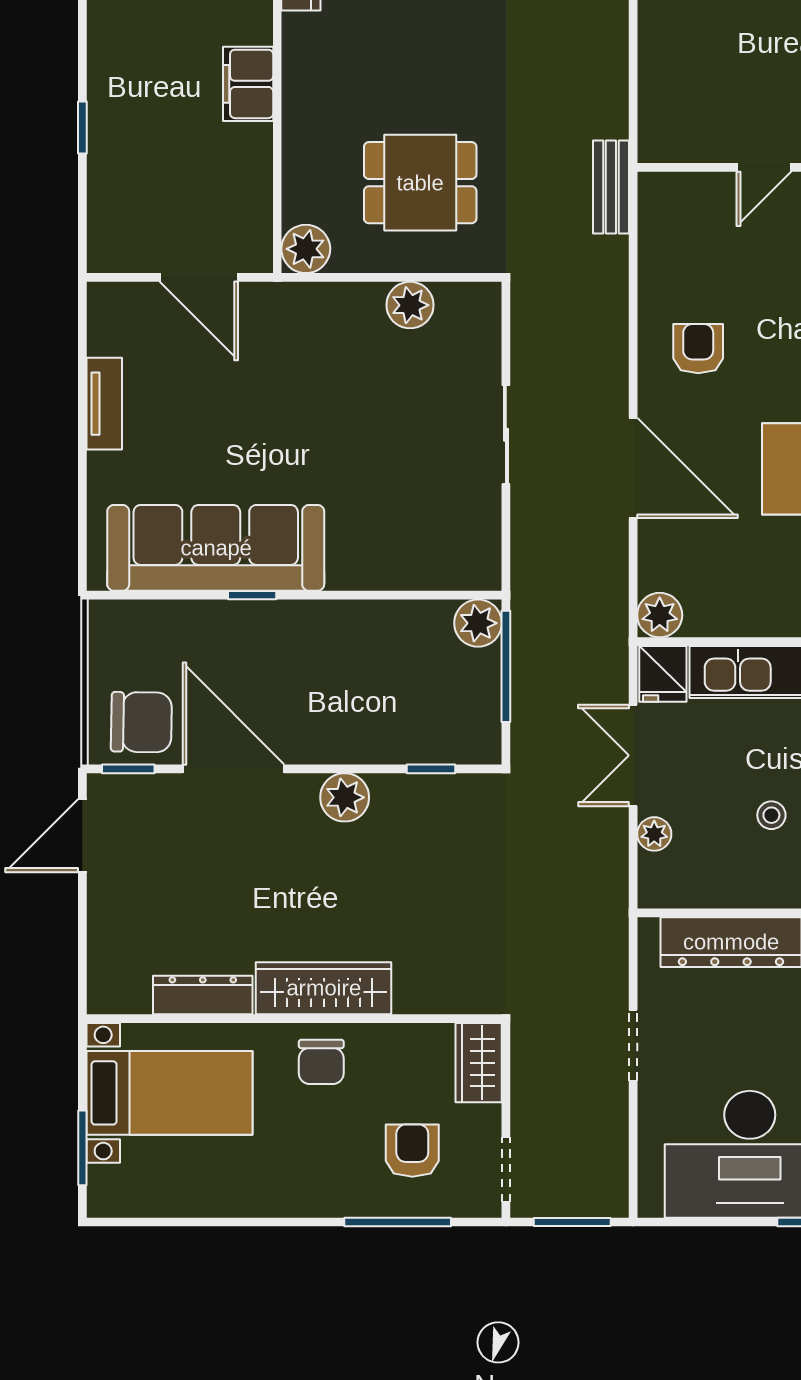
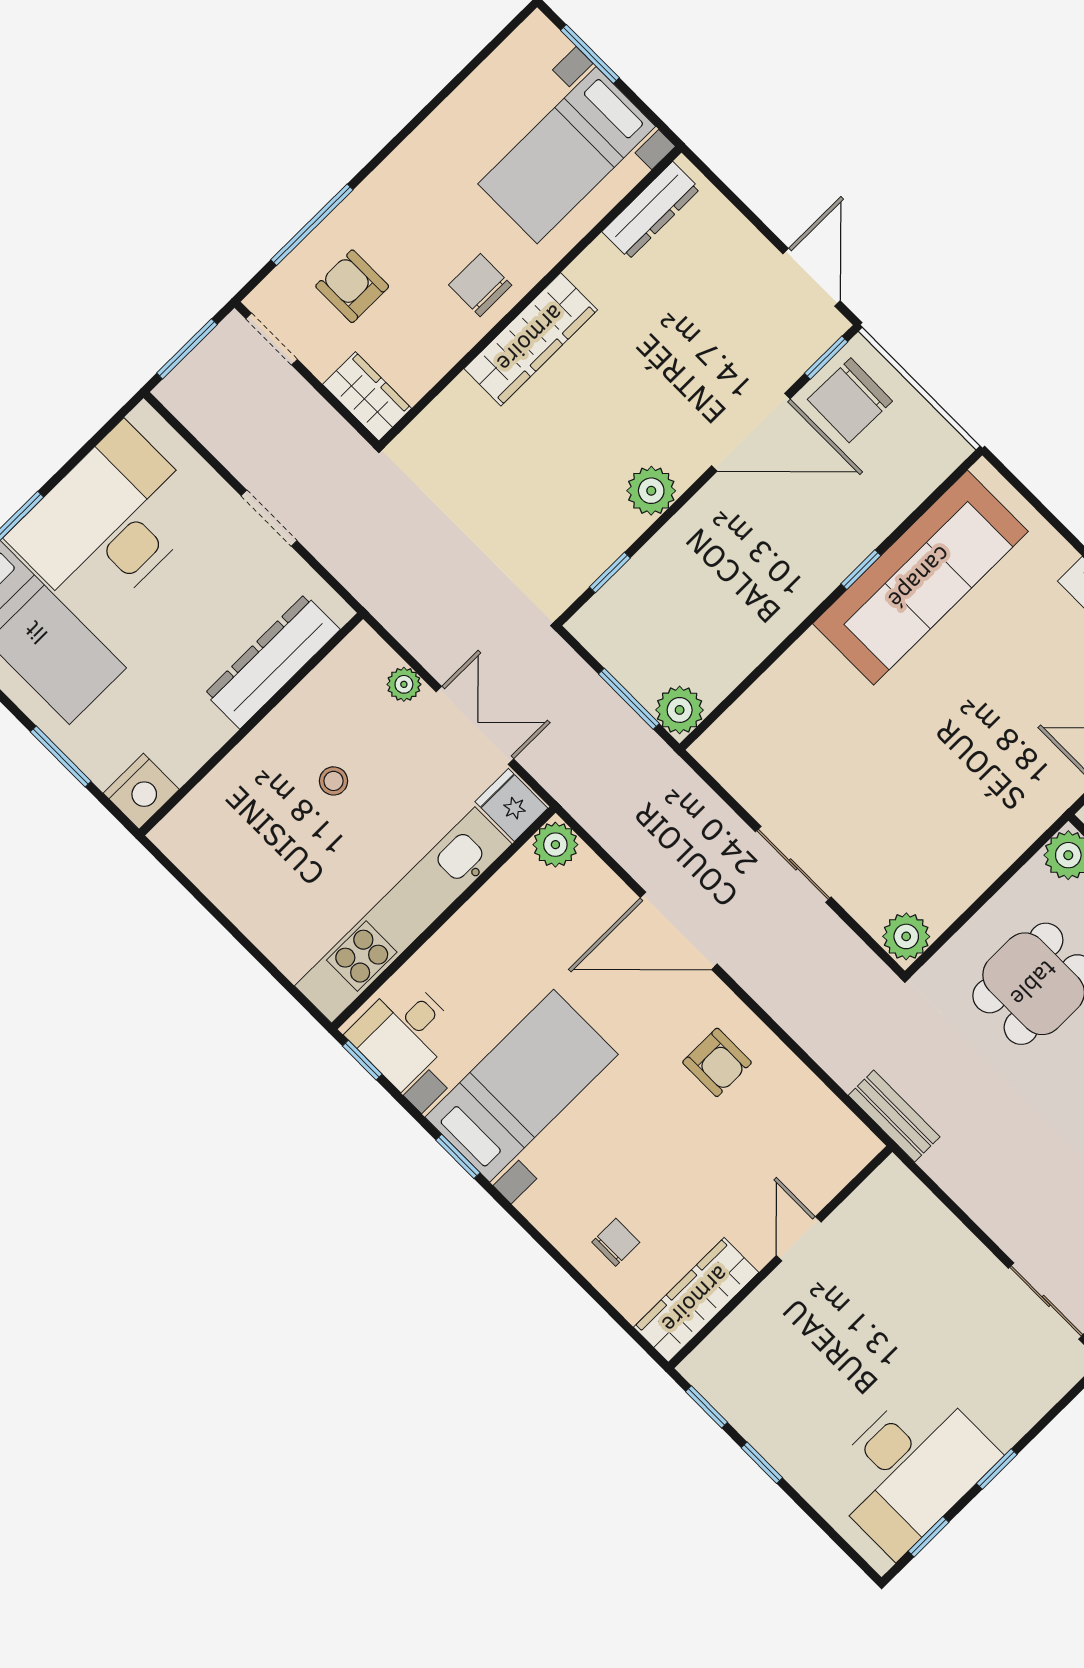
plant: (410, 305) -> (906, 936), moved
window: (506, 666) -> (629, 699), width x0.69
dresser: (203, 995) -> (651, 210), moved
armchair: (412, 1151) -> (352, 286), turned 180

